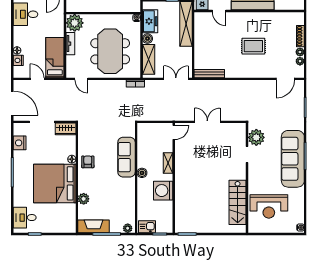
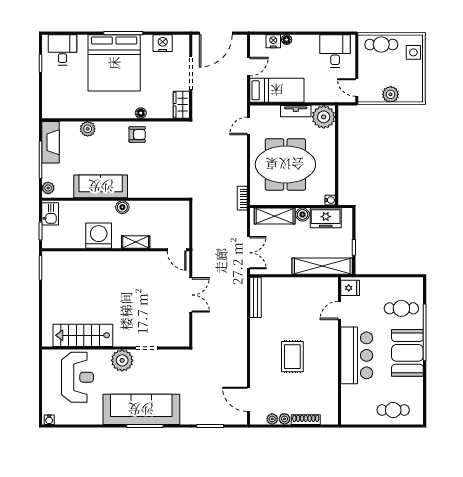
plant: (256, 137) -> (122, 360), moved
sofa: (126, 157) -> (101, 186), moved
bed: (55, 183) -> (114, 63), moved, turned 180
reception desk: (269, 206) -> (77, 377), turned 180

